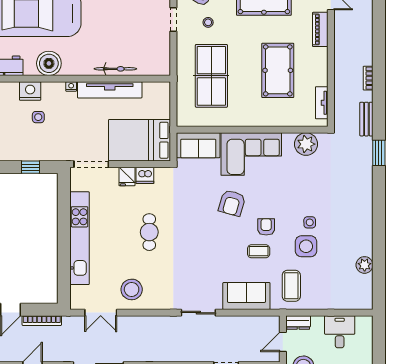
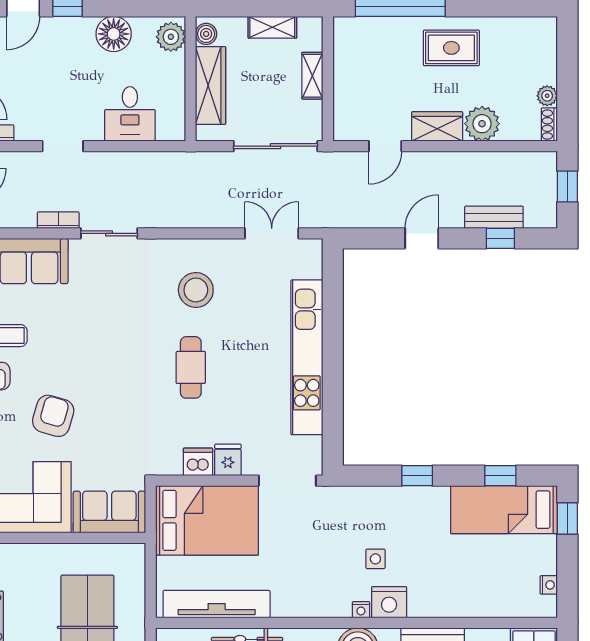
nightstand: (71, 87) -> (361, 610), moved
tv unit: (110, 90) -> (217, 604), moved
window: (31, 167) -> (417, 476), moved
stool: (132, 289) -> (196, 290), moved
bookcase: (42, 321) -> (58, 220), moved, width x0.64

